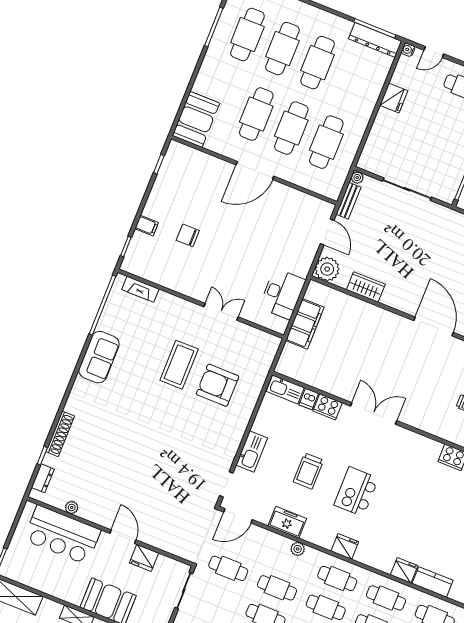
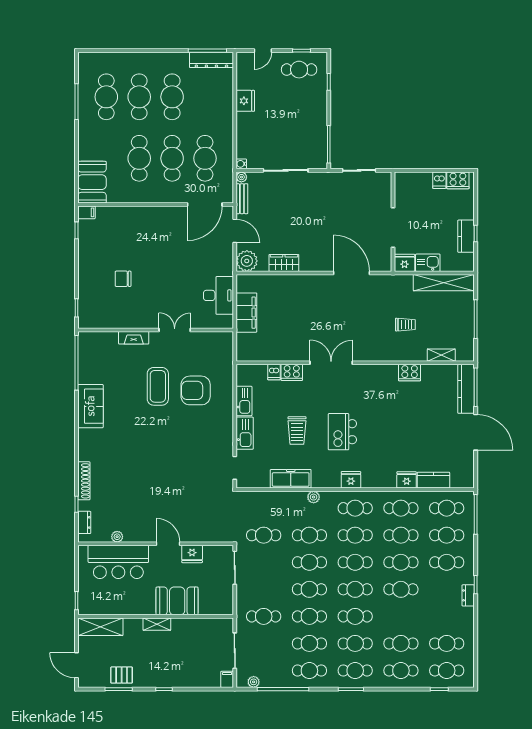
water cooler: (408, 50) -> (241, 164), moved
door: (255, 171) -> (205, 205), moved
filing cabinet: (147, 226) -> (87, 212), moved
fireplace: (140, 289) -> (134, 338), moved
kitchen sink: (285, 389) -> (244, 401), moved, turned -90
door: (238, 516) -> (255, 490), removed
freezer: (287, 522) -> (291, 479), width x1.40

